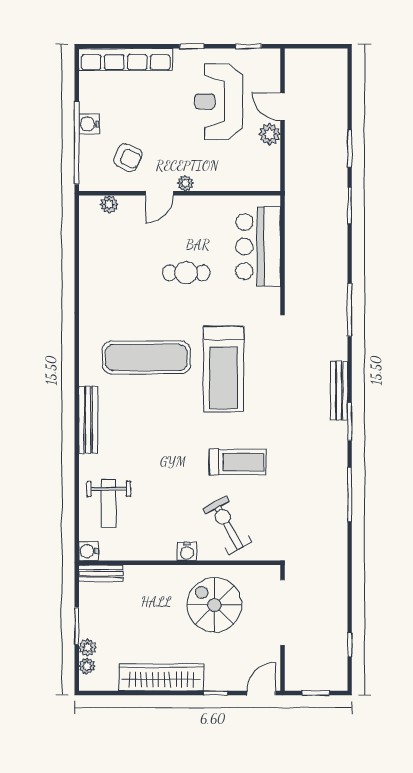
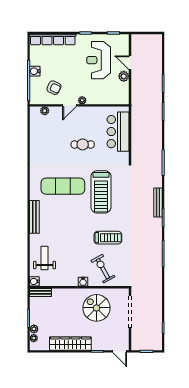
weight bench: (109, 503) -> (44, 258), turned 180
door: (261, 693) -> (120, 351), swing flipped

